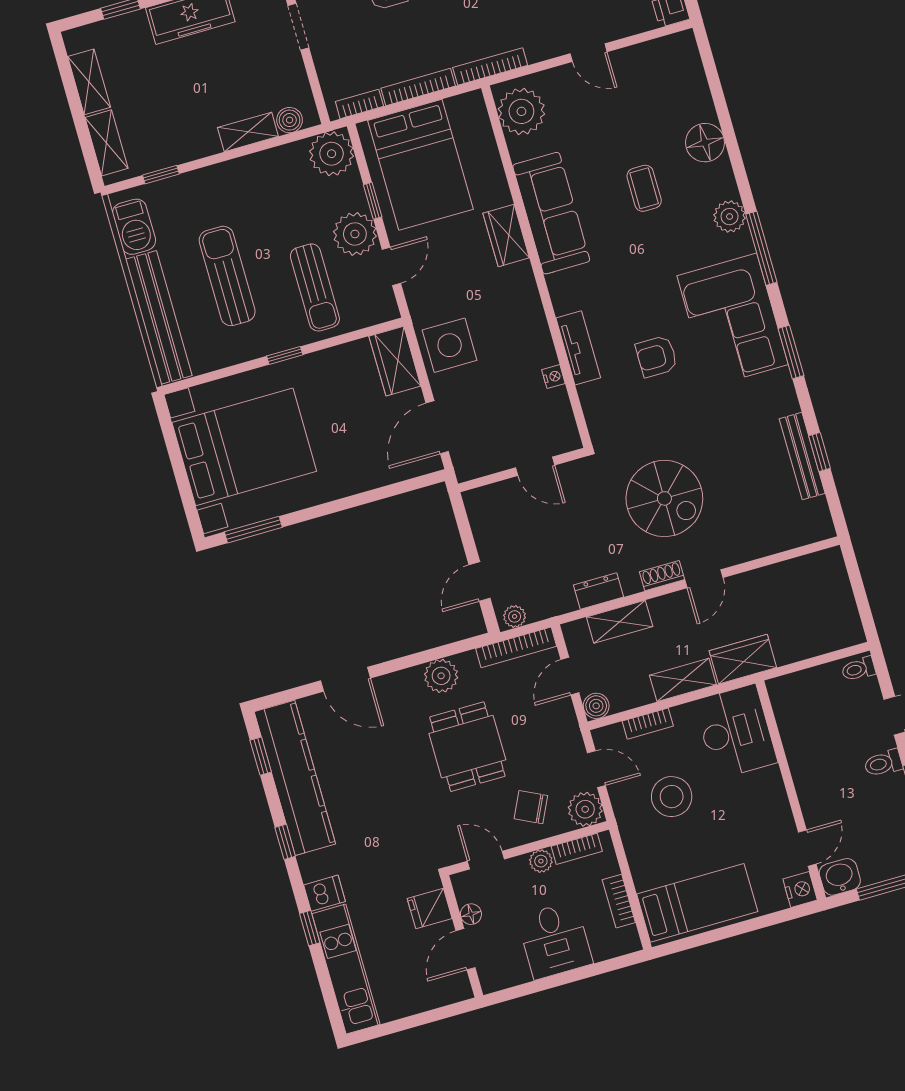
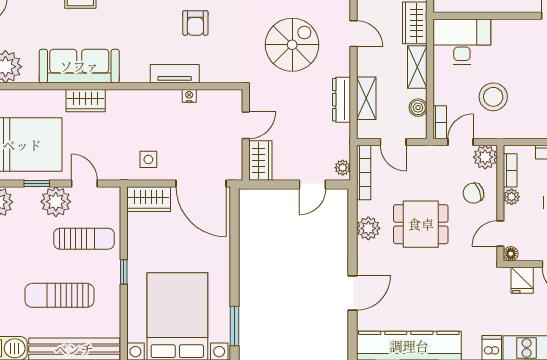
side table: (450, 345) -> (148, 159), width x0.54, depth x0.54
door: (437, 427) -> (201, 183), width x1.36
wardrobe: (492, 500) -> (260, 160), added
shoe rack: (662, 576) -> (343, 61), removed
door: (480, 581) -> (312, 184), hinge flipped
dresser: (599, 591) -> (342, 100), width x1.44
boiler: (596, 706) -> (418, 108), moved
bookcase: (648, 724) -> (440, 122), moved
chair: (531, 807) -> (473, 193), turned 43
floor lamp: (471, 914) -> (511, 254), moved

